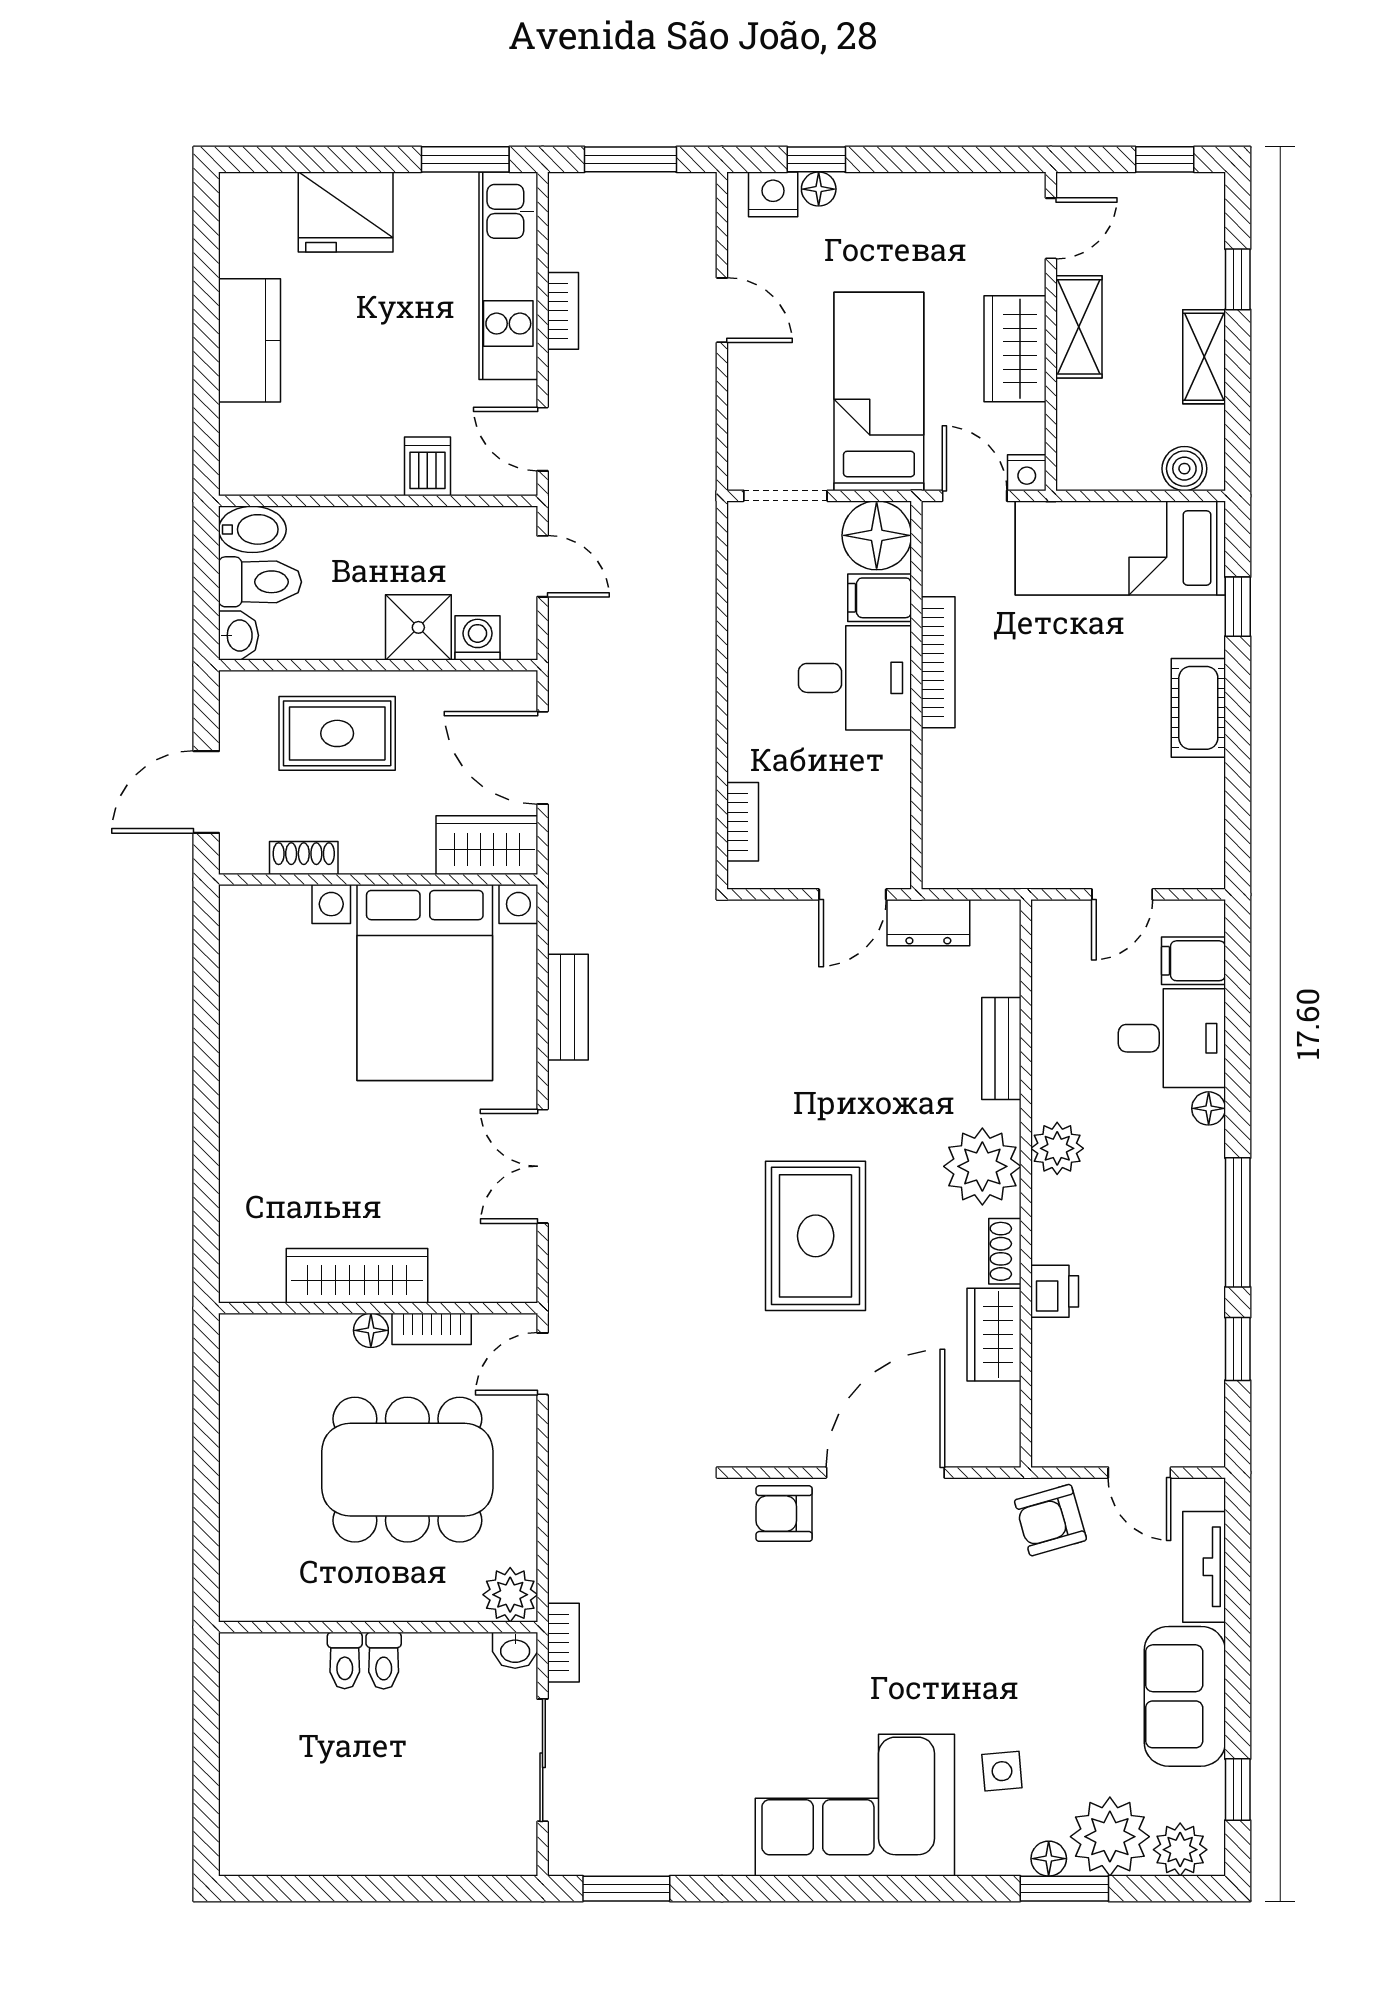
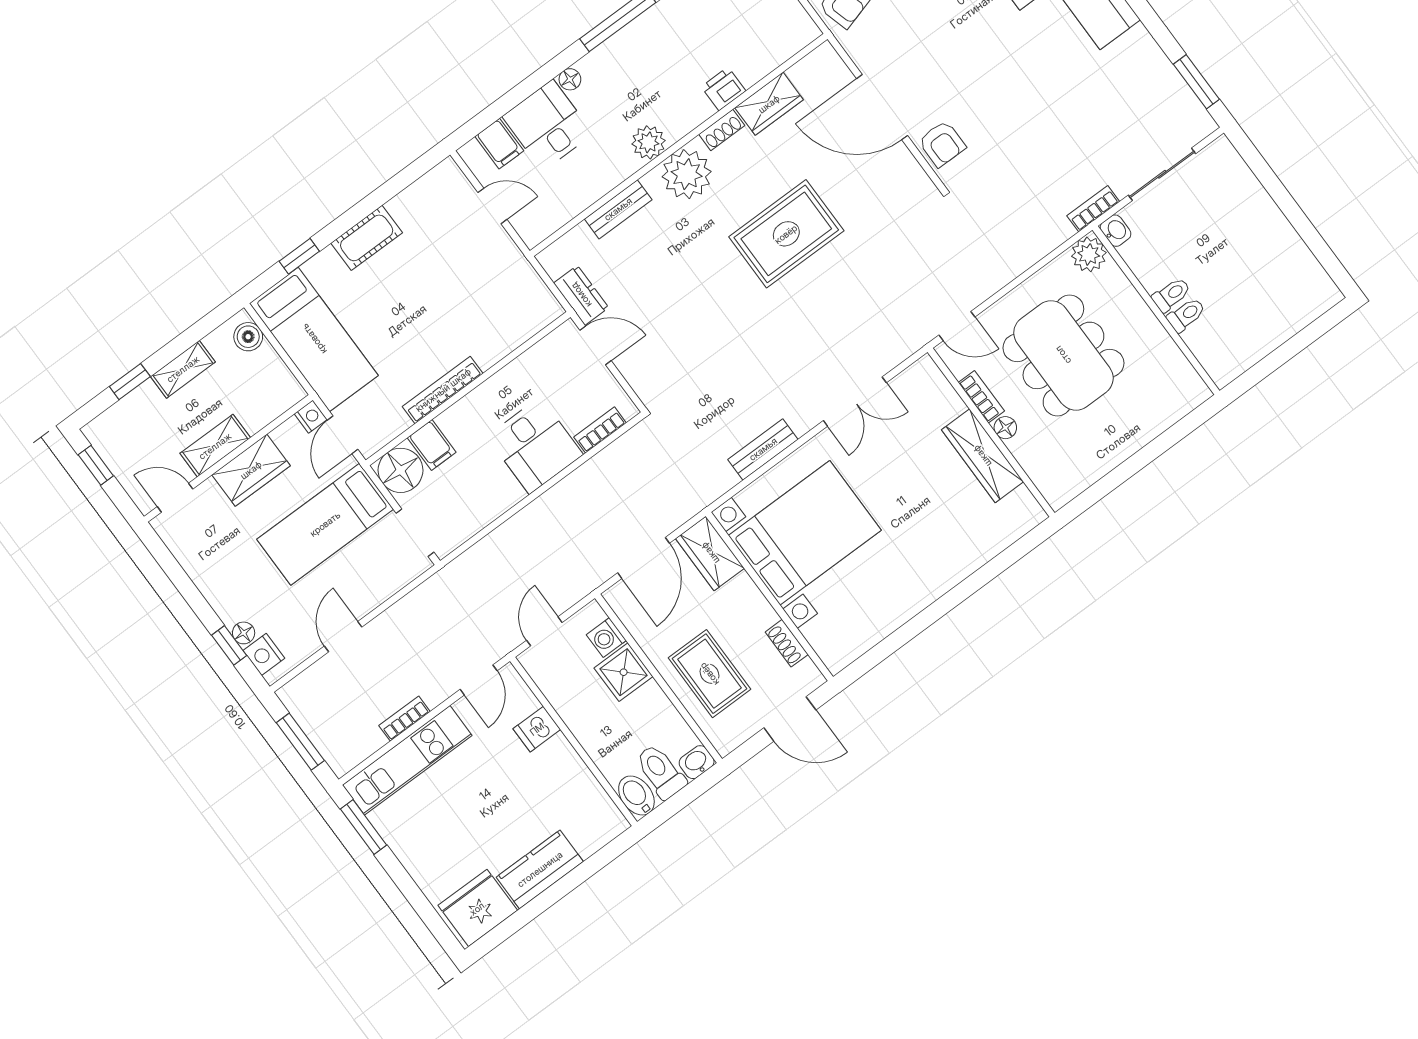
fridge: (346, 212) -> (478, 908), moved, turned -90
desk: (855, 678) -> (535, 446), moved, turned 180

